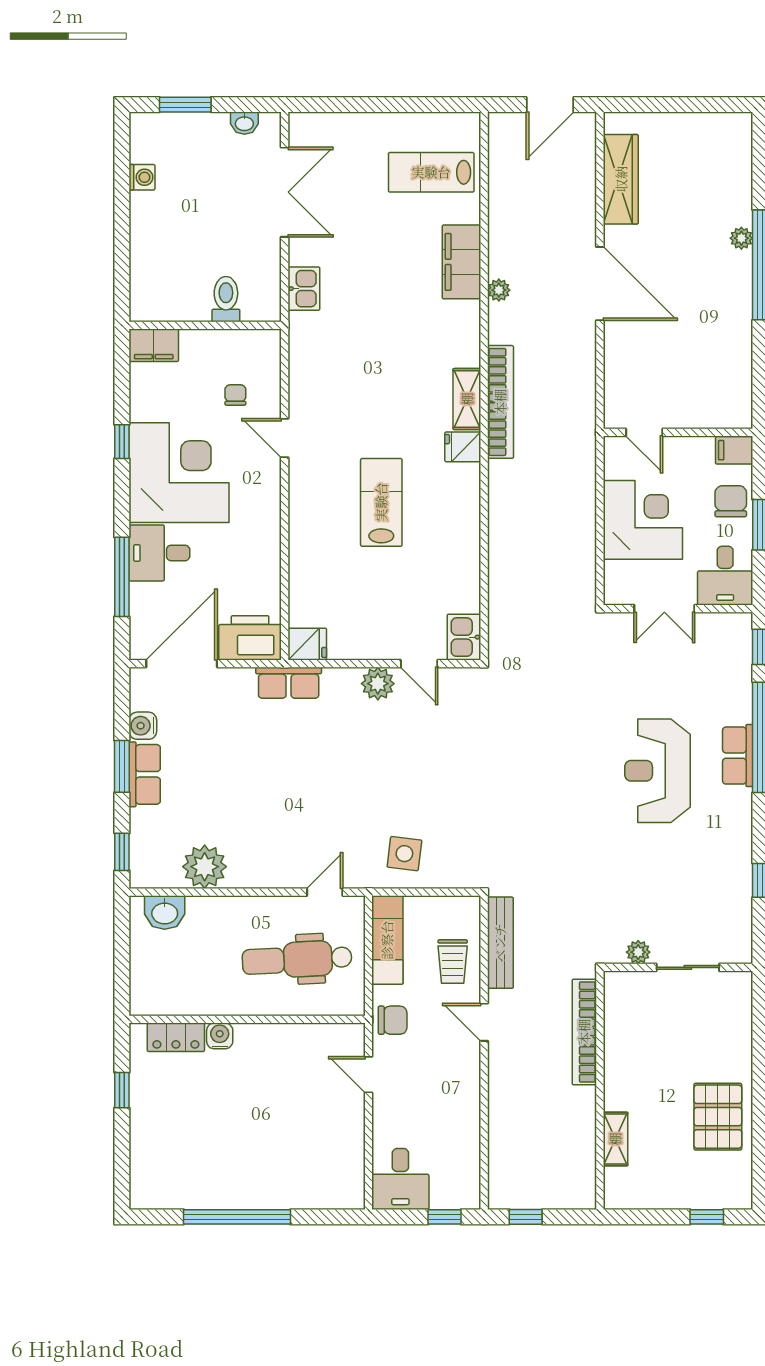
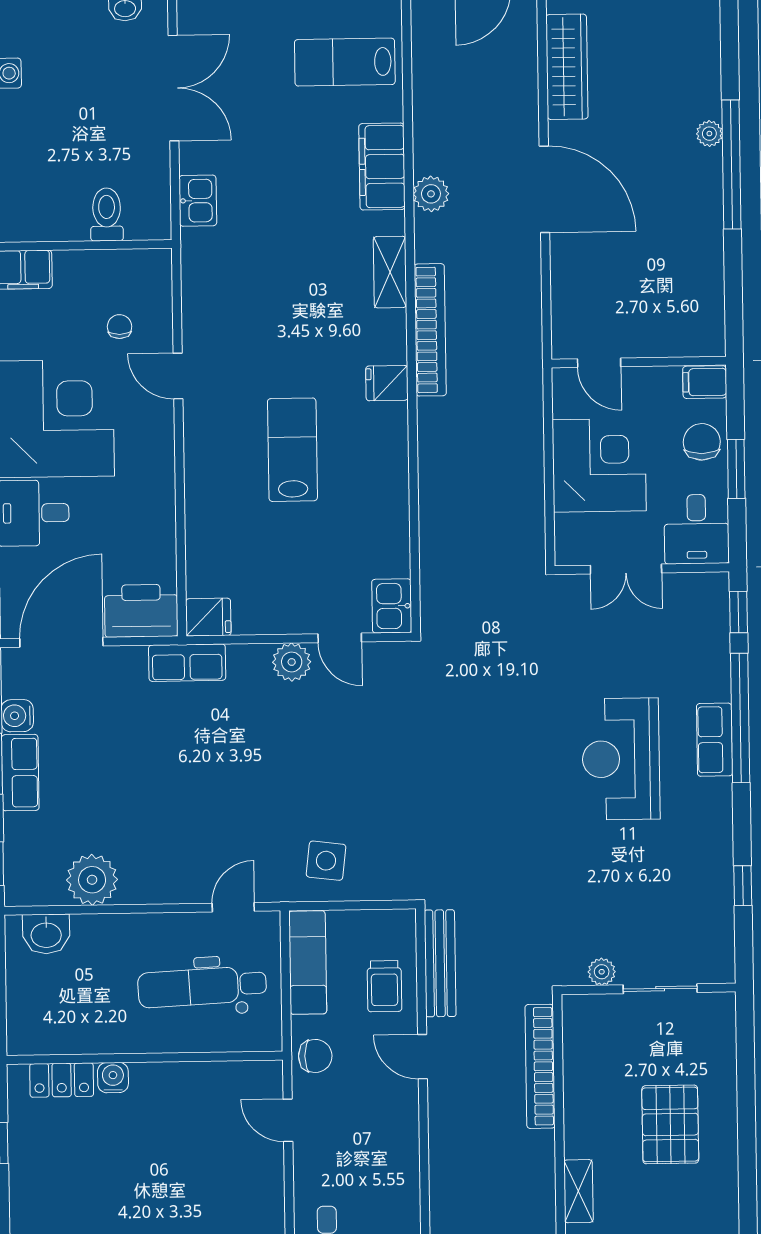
plant: (499, 290) -> (431, 194), width x1.38, depth x1.38
shelving: (467, 399) -> (390, 272), moved
pallet: (718, 1117) -> (670, 1124), moved

